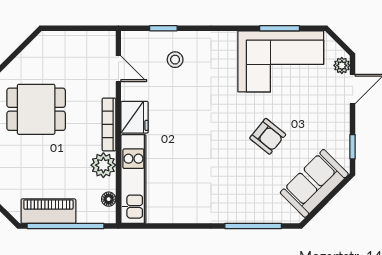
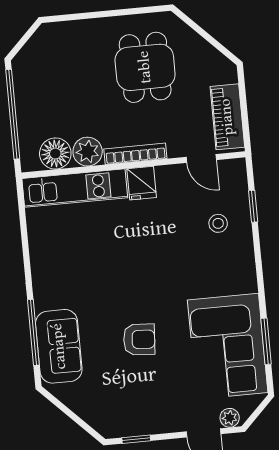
door: (118, 69) -> (201, 158), hinge flipped
fridge: (135, 117) -> (142, 183), width x0.72
armchair: (268, 136) -> (139, 339), turned -125
sofa: (314, 183) -> (59, 346), moved, turned 45
floor lamp: (109, 199) -> (55, 154), width x1.89, depth x1.89
piano: (48, 211) -> (227, 117), moved, turned 180

